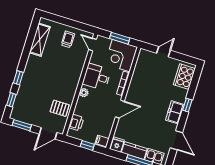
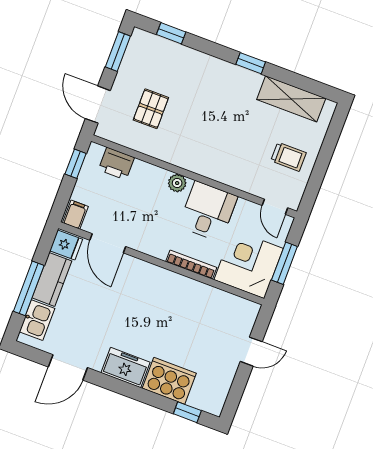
door: (93, 44) -> (275, 207), swing flipped
door: (163, 52) -> (251, 352), hinge flipped
cooker: (184, 77) -> (169, 381), moved
window: (18, 78) -> (251, 63), moved
window: (187, 105) -> (187, 412), moved
pallet: (60, 108) -> (151, 109), moved
door: (120, 109) -> (108, 243), moved
window: (87, 145) -> (76, 164), moved

